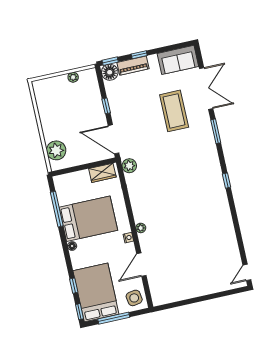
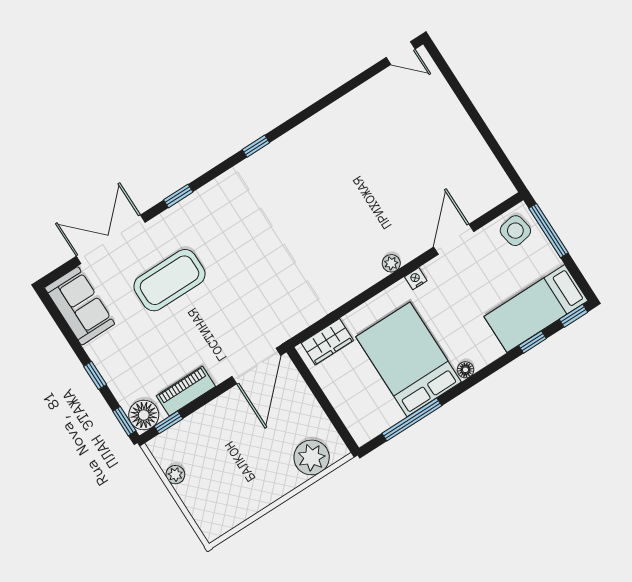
piano: (133, 66) -> (186, 391), moved, turned -90
window: (106, 106) -> (168, 422), moved
window: (216, 131) -> (178, 196), width x0.67
plant: (129, 166) -> (292, 322), removed
wardrobe: (102, 173) -> (327, 342), moved, turned 90
door: (141, 265) -> (454, 239), swing flipped
bed: (96, 292) -> (536, 309), width x0.67
window: (114, 318) -> (548, 231), moved

